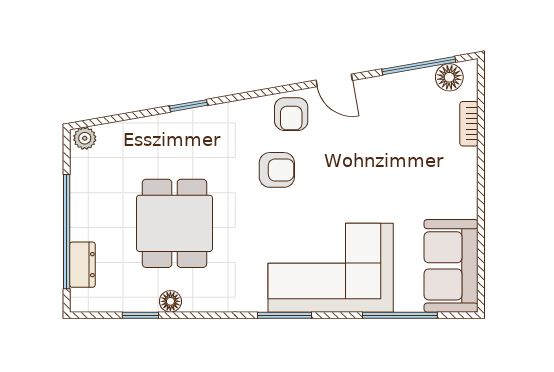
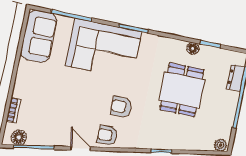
armchair: (291, 114) -> (107, 135), turned -90

